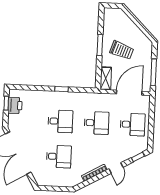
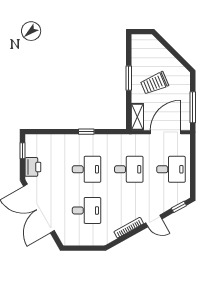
trolley: (122, 50) -> (155, 83), turned 138
printer: (15, 105) -> (33, 167), moved
door: (116, 168) -> (154, 221), hinge flipped

